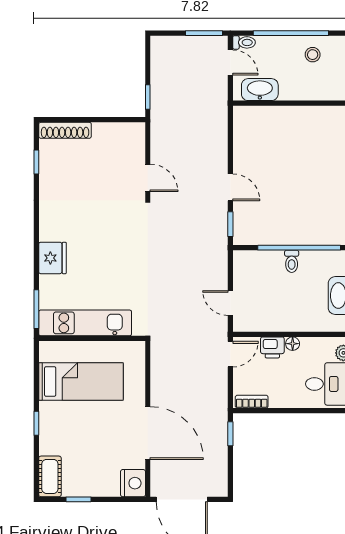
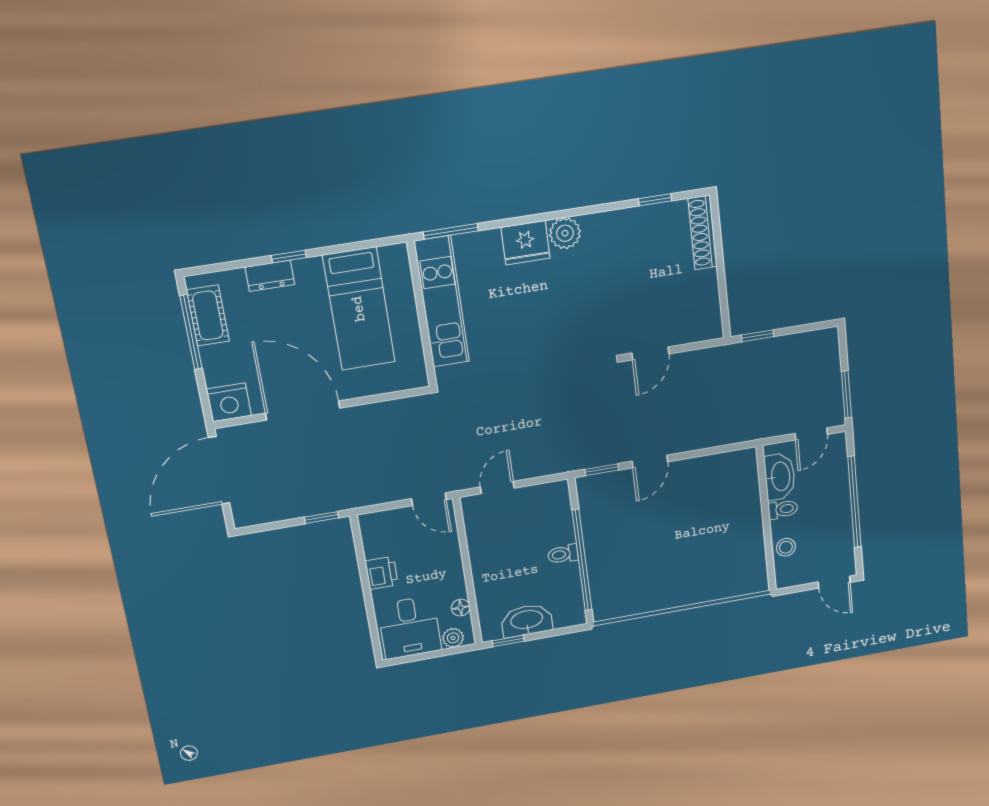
toilet: (244, 42) -> (783, 509), moved, turned -90
stool: (313, 55) -> (786, 547), moved
plant: (50, 229) -> (565, 233), added
floor lamp: (293, 344) -> (461, 608), moved
printer: (272, 347) -> (382, 573), moved, turned 180
bookcase: (252, 402) -> (370, 537), removed
door: (148, 433) -> (303, 411), swing flipped
dresser: (48, 439) -> (270, 276), added
cot: (50, 476) -> (208, 316), moved, turned 90
window: (78, 499) -> (191, 332), width x2.17

